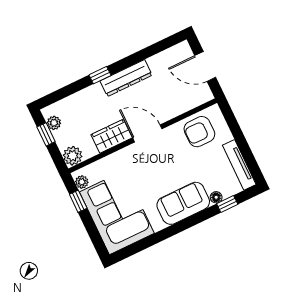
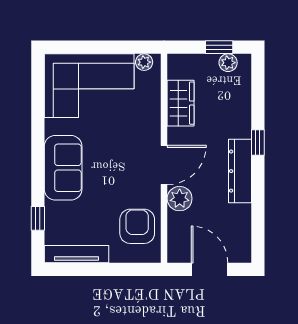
door: (205, 66) -> (209, 269), hinge flipped
wardrobe: (112, 136) -> (181, 103), moved
plant: (73, 156) -> (180, 199), moved
floor lamp: (216, 197) -> (52, 209), removed
window: (78, 201) -> (124, 47), removed

